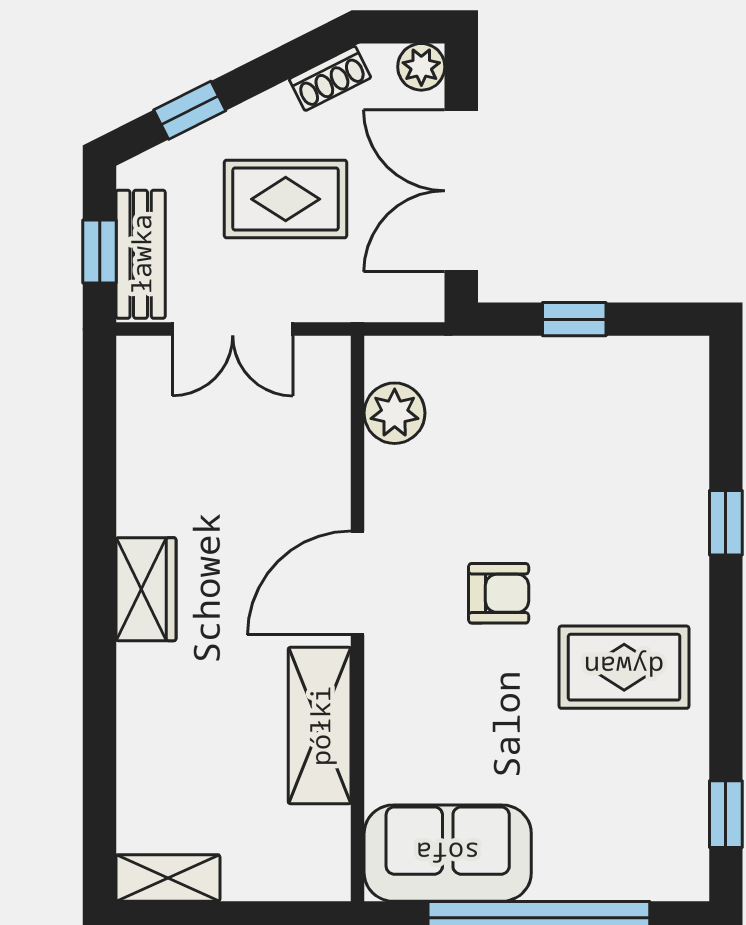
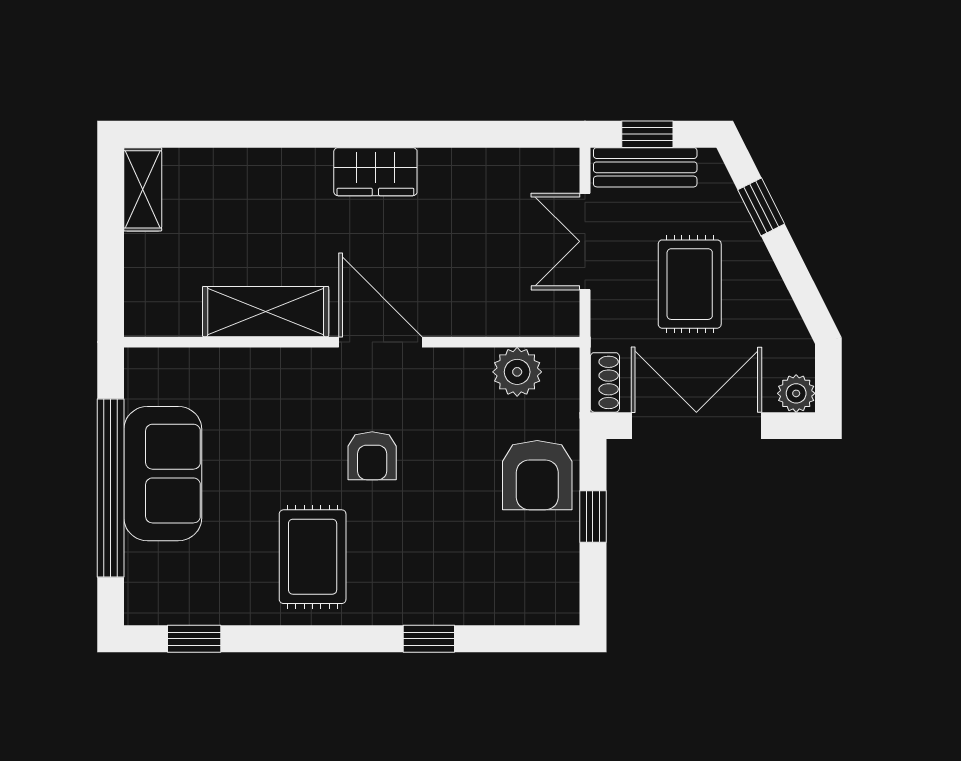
shoe rack: (330, 78) -> (605, 382), moved, turned -153
armchair: (523, 388) -> (537, 475), added
sofa: (448, 853) -> (163, 474), moved

